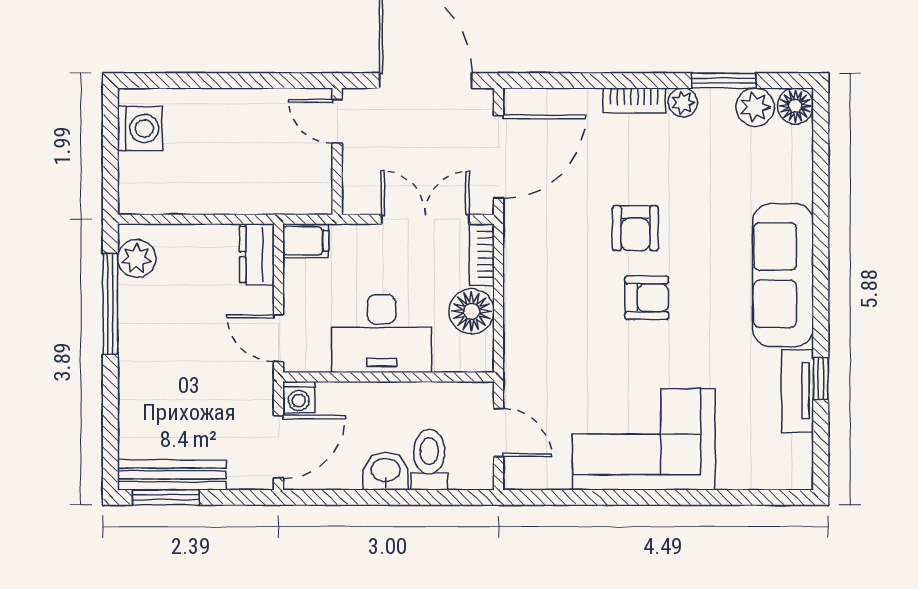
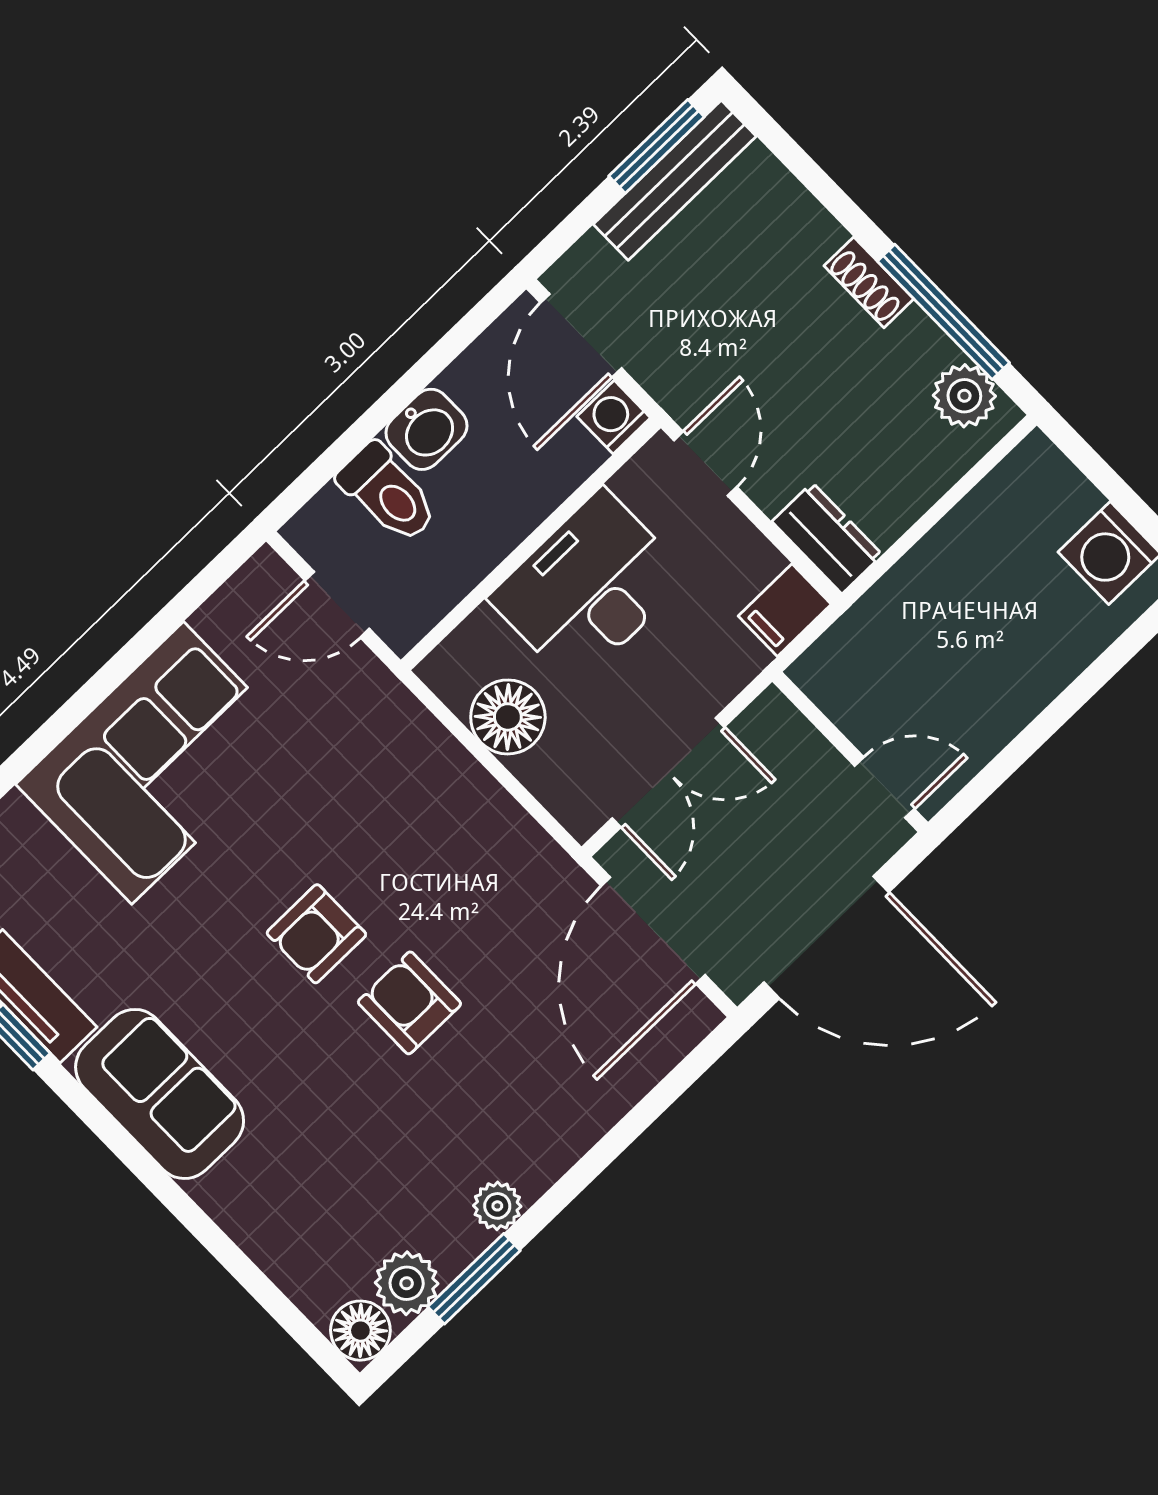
bookcase: (634, 100) -> (557, 1153), removed
bookcase: (482, 255) -> (561, 795), removed
sofa: (783, 275) -> (160, 1094), width x0.73
door: (278, 338) -> (705, 464), hinge flipped
shoe rack: (130, 348) -> (869, 282), added

